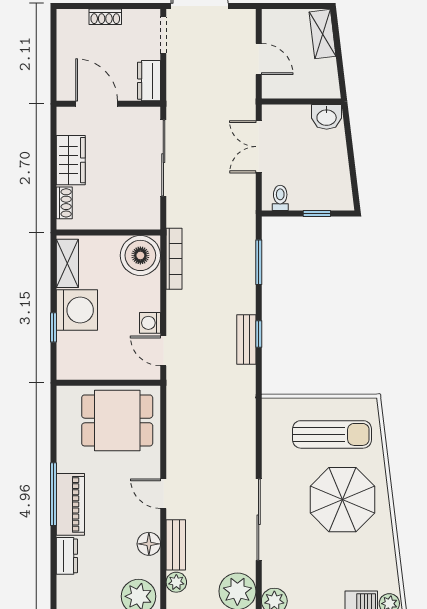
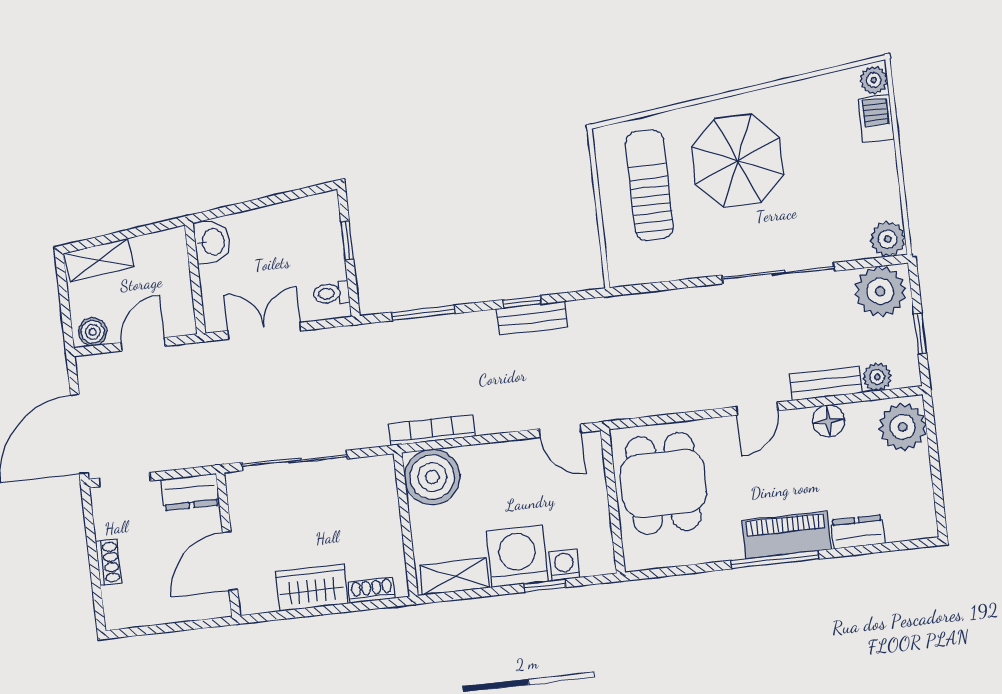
boiler: (272, 24) -> (93, 332), added
double door: (259, 147) -> (264, 331), swing flipped
washing machine: (150, 323) -> (564, 565), moved, turned 180
door: (163, 351) -> (560, 431), hinge flipped

